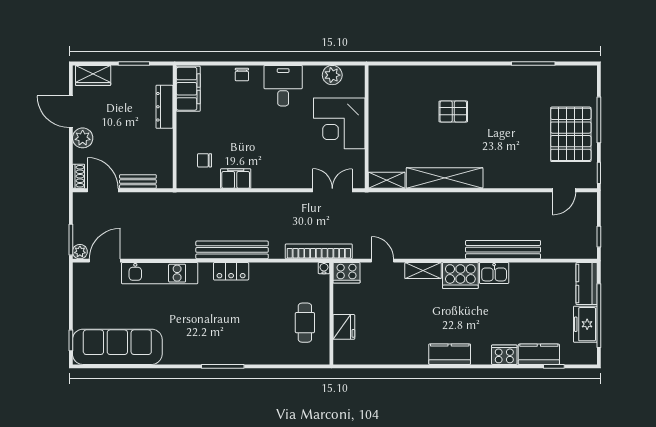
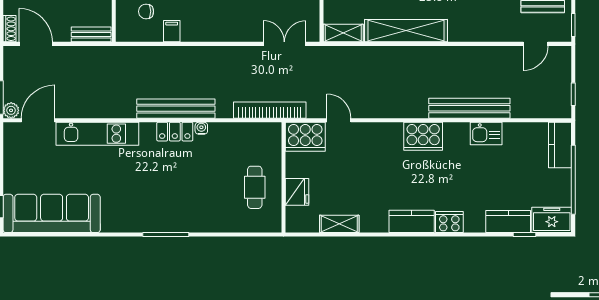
filing cabinet: (236, 178) -> (172, 31), width x0.50
bench: (138, 182) -> (91, 34), moved
water cooler: (324, 268) -> (201, 128), moved
shelving: (423, 271) -> (339, 224), moved
cooker: (347, 273) -> (305, 137), width x1.37, depth x1.31
kitchen sink: (494, 273) -> (486, 134), moved
freezer: (585, 324) -> (552, 220), moved, turned 90
cooker: (504, 355) -> (449, 222), moved

